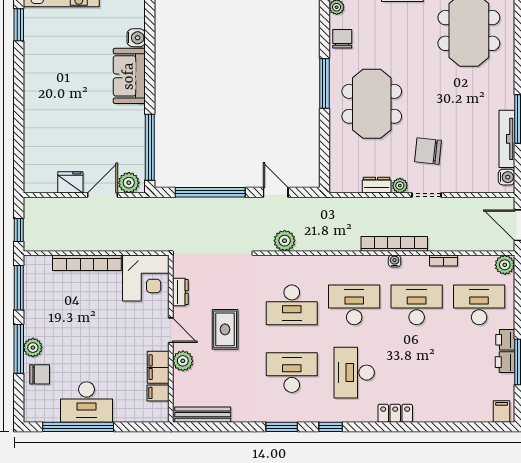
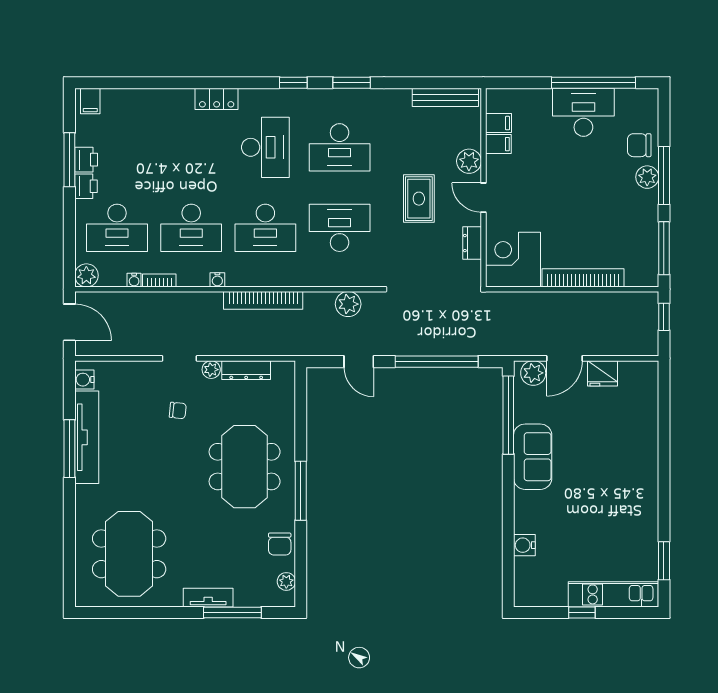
sofa: (129, 76) -> (533, 457), moved
tv unit: (507, 139) -> (87, 437), width x1.36, depth x1.29
chair: (428, 151) -> (178, 410), width x0.54, depth x0.54
dresser: (377, 185) -> (246, 370), width x1.44
bookcase: (394, 244) -> (263, 300), moved
water cooler: (465, 261) -> (134, 280), added
filing cabinet: (158, 367) -> (498, 144), width x0.50

